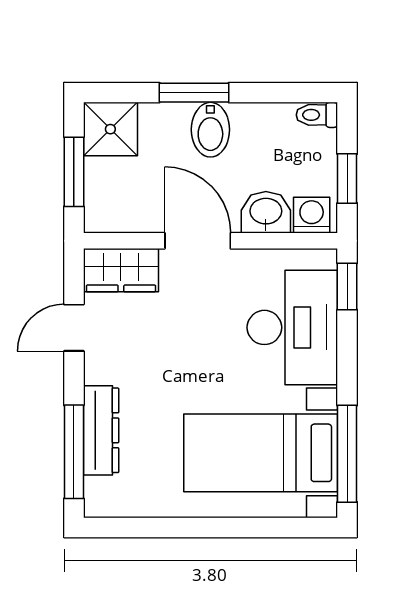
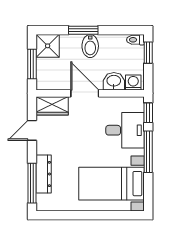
window: (347, 179) -> (148, 53), moved
desk: (292, 327) -> (125, 130), width x0.73
window: (347, 454) -> (148, 152), moved

